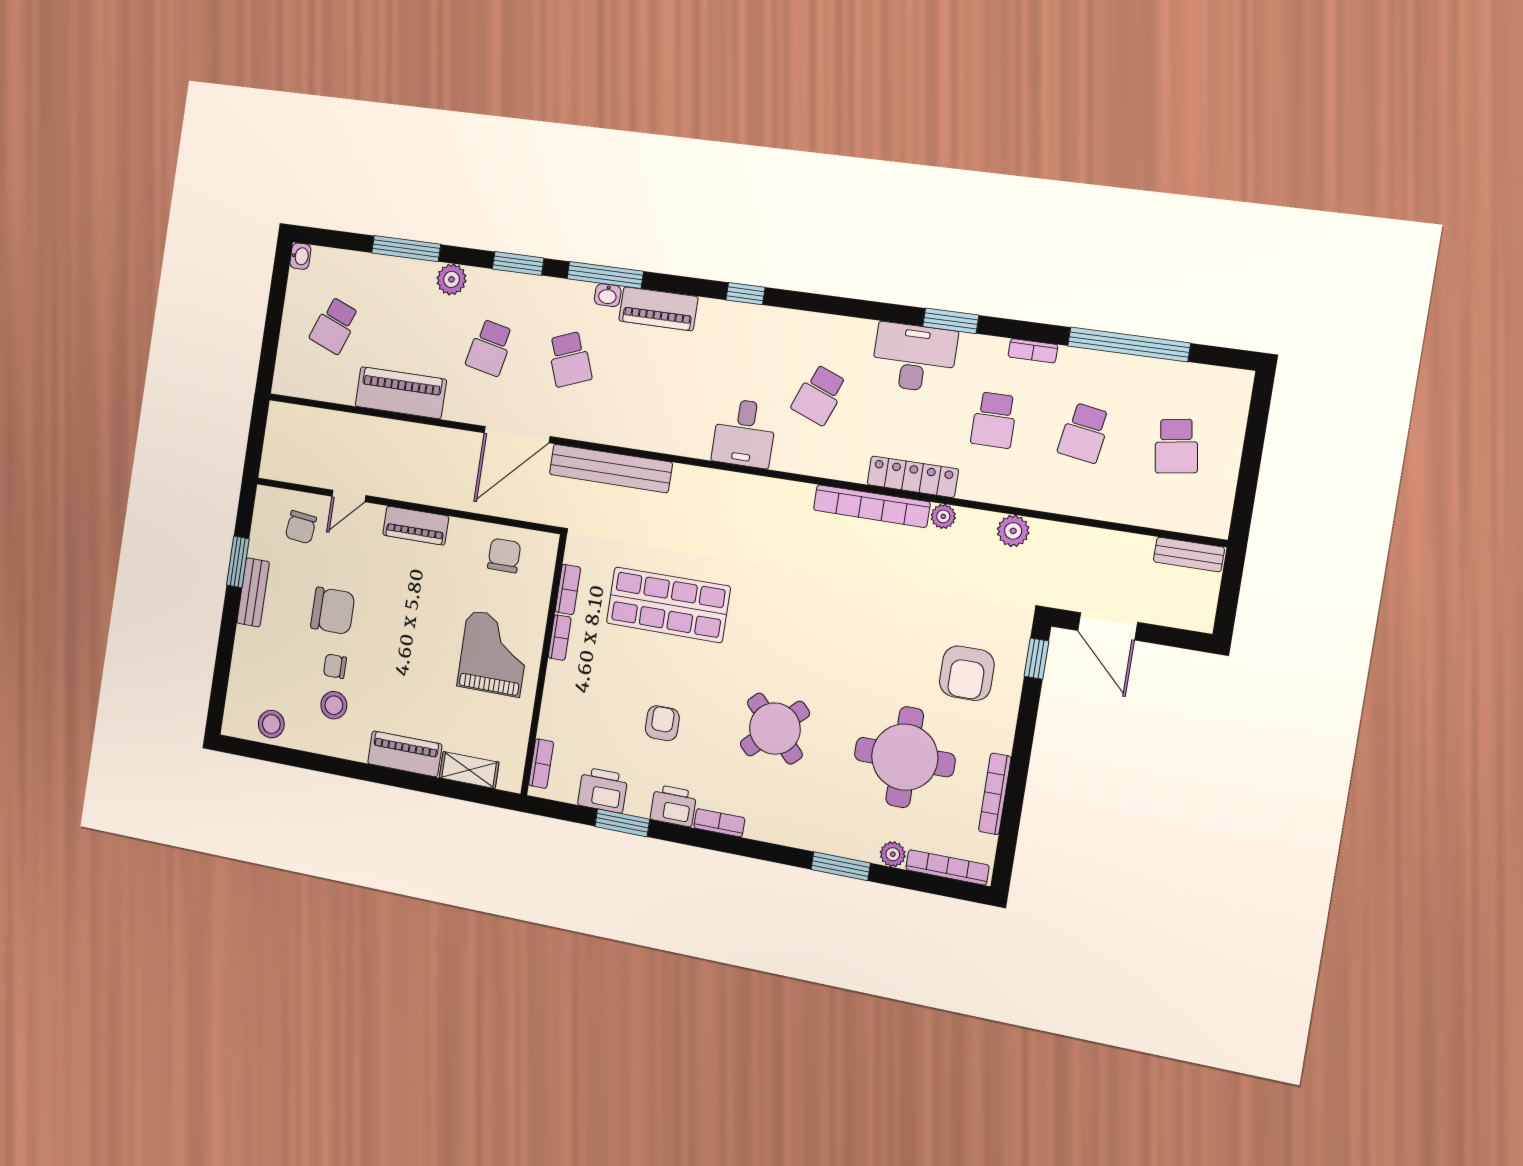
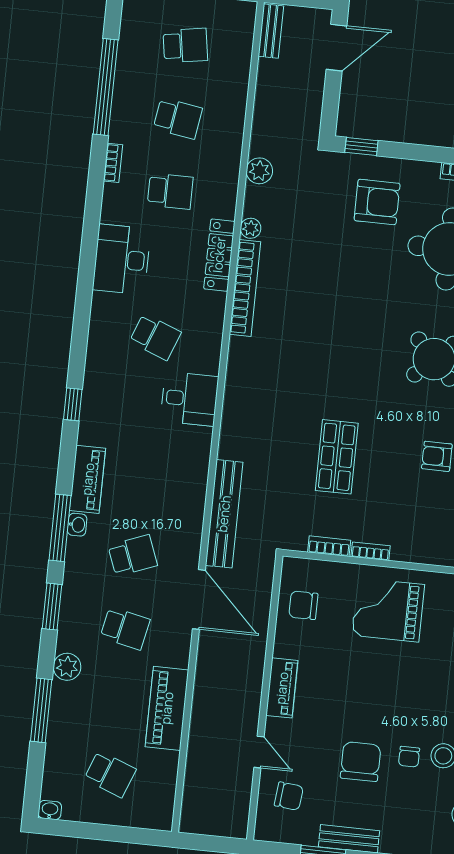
window: (951, 321) -> (91, 231), removed
shop shelf: (668, 605) -> (337, 457), width x0.70, depth x0.74
door: (1108, 626) -> (336, 48), moved

